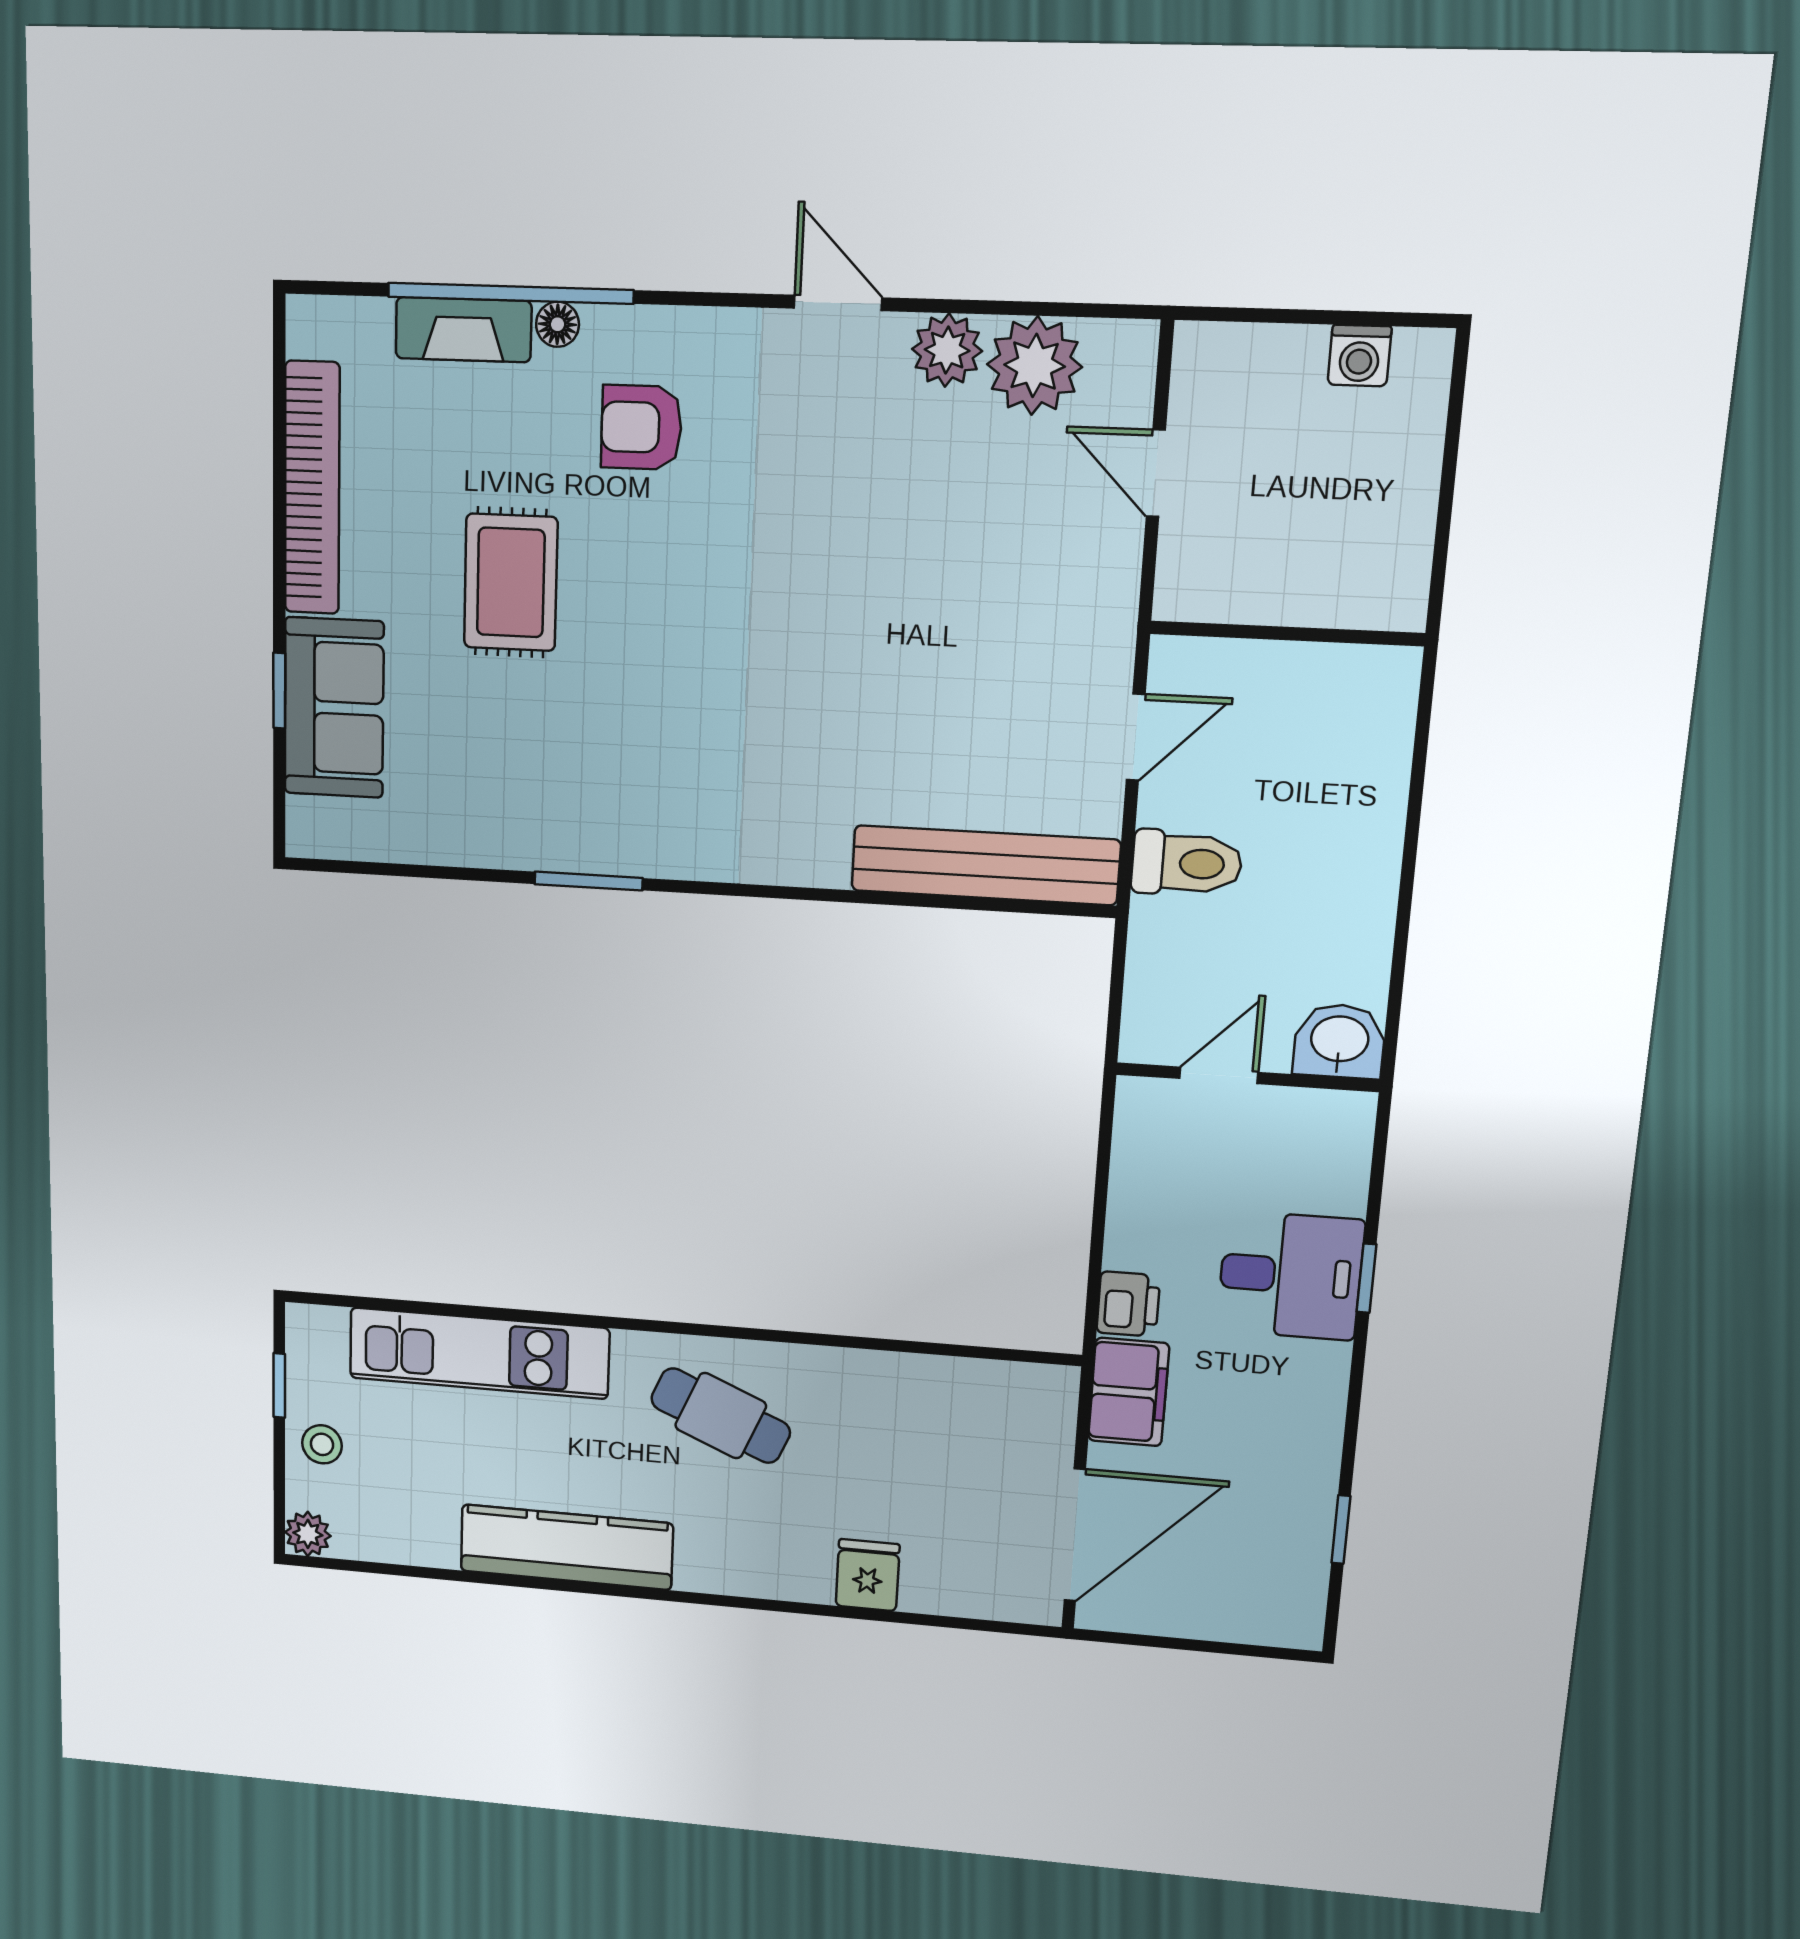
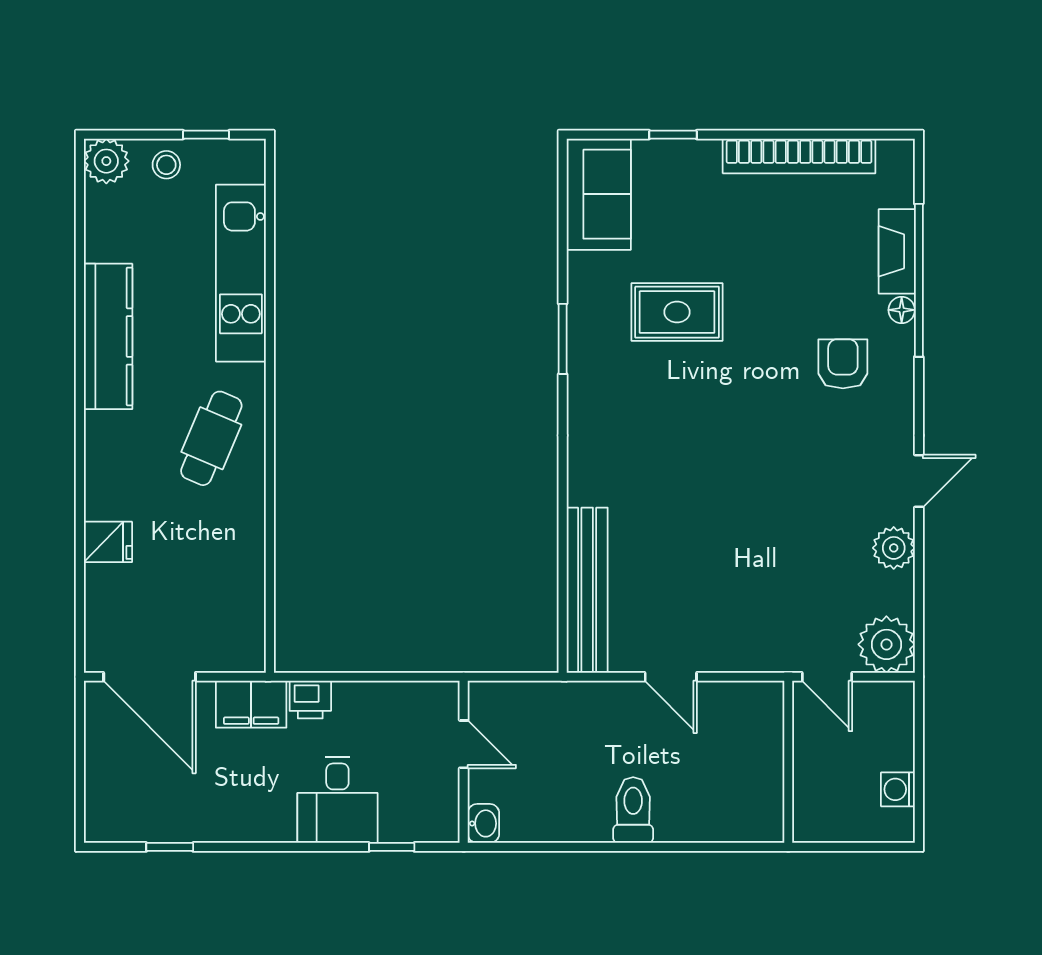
plant: (1035, 366) -> (886, 644), moved
door: (1156, 473) -> (827, 677), swing flipped
rug: (511, 582) -> (677, 312), moved
wall: (1287, 634) -> (788, 762), moved
sofa: (334, 708) -> (599, 194), moved, turned -90
toilet: (1187, 863) -> (633, 810), moved, turned 180
washbasin: (1339, 1041) -> (483, 823), width x0.72, depth x0.69
window: (1367, 1278) -> (392, 847), moved
plant: (308, 1534) -> (106, 161), width x1.38, depth x1.38

